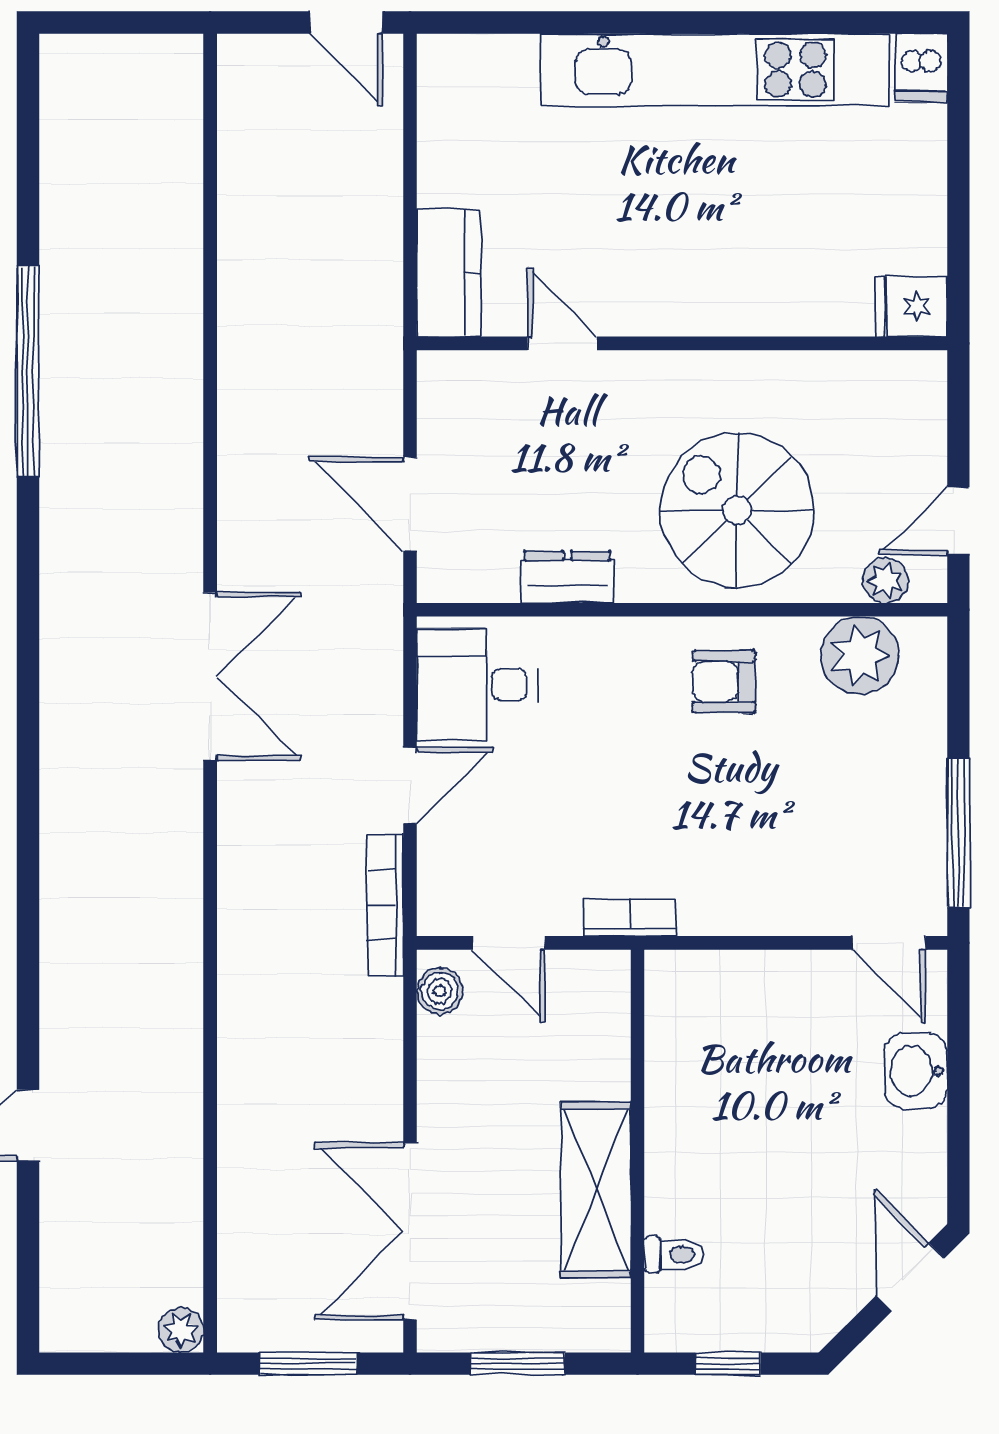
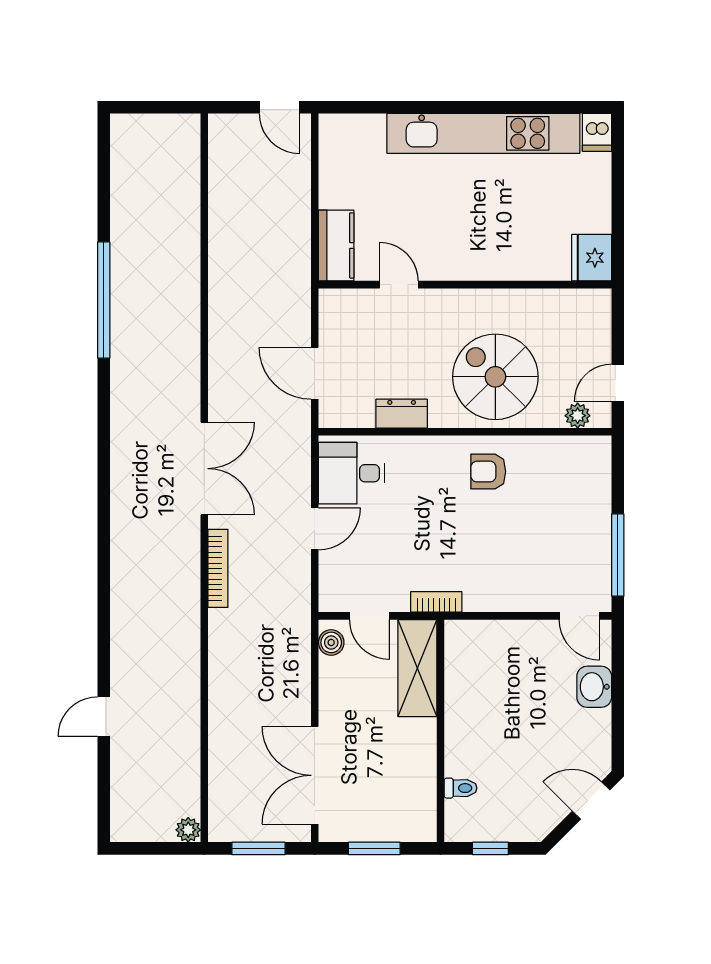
fridge: (911, 306) -> (592, 258), width x1.38
plant: (860, 655) -> (563, 457), removed
bookcase: (385, 905) -> (218, 568), moved, turned 180
shelving: (596, 1190) -> (417, 668), moved
door: (910, 1277) -> (591, 801), hinge flipped

